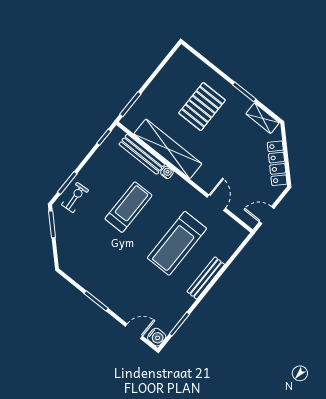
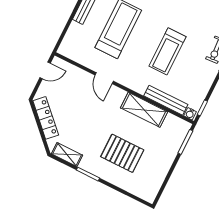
pallet: (202, 107) -> (122, 153), turned 90
shelving: (168, 149) -> (144, 110), width x0.68
water cooler: (167, 172) -> (190, 114), moved
door: (216, 203) -> (104, 78), moved

